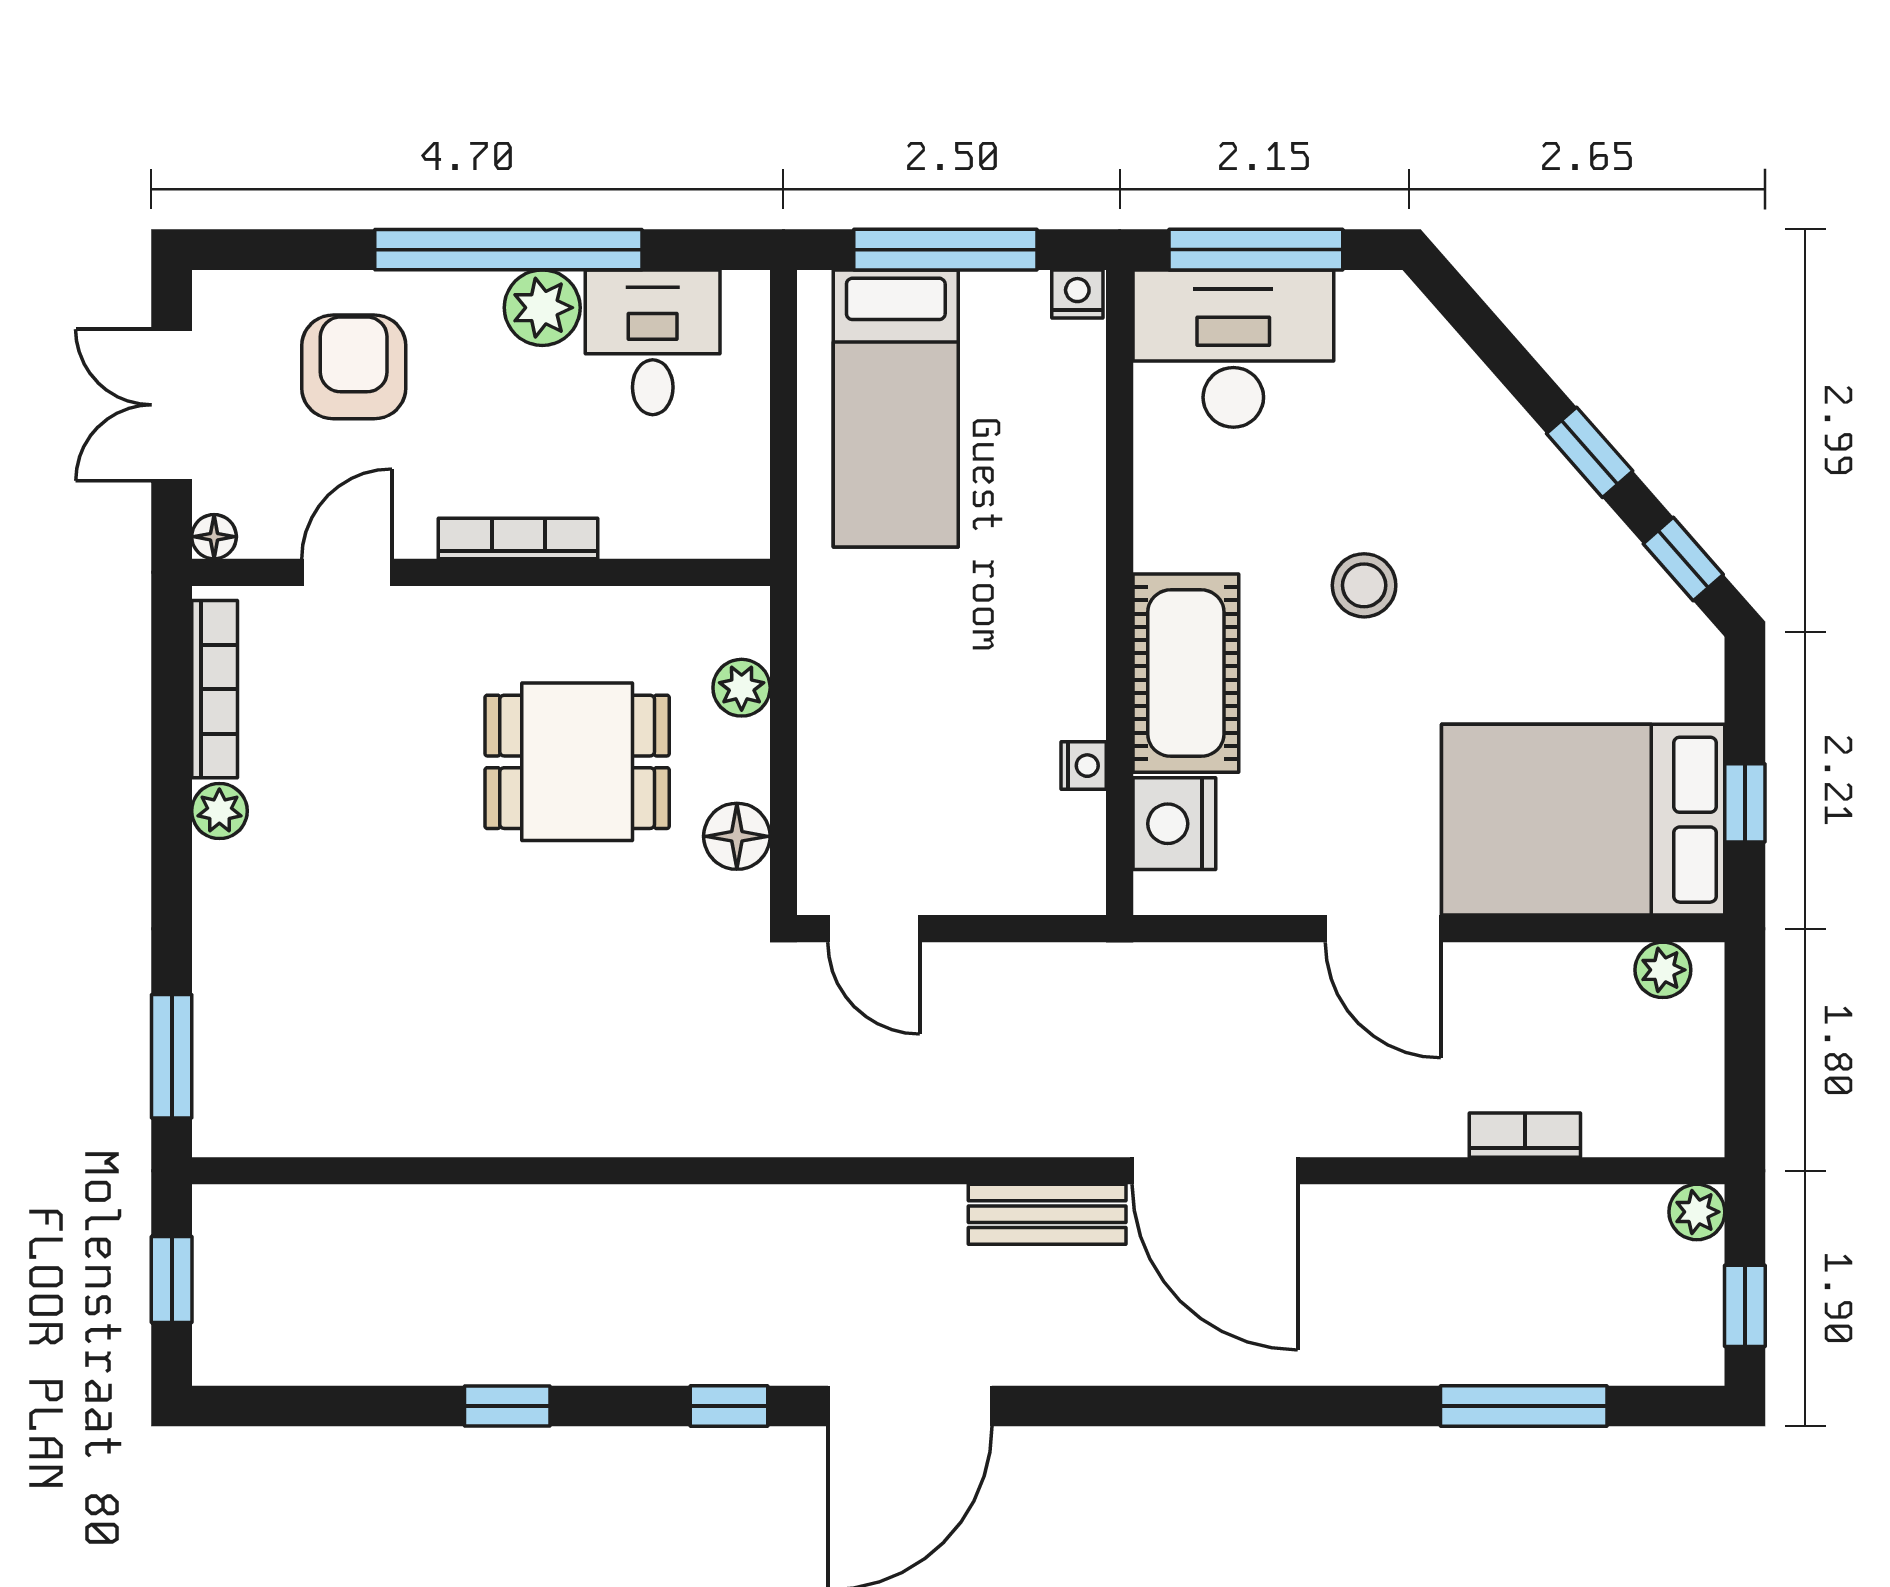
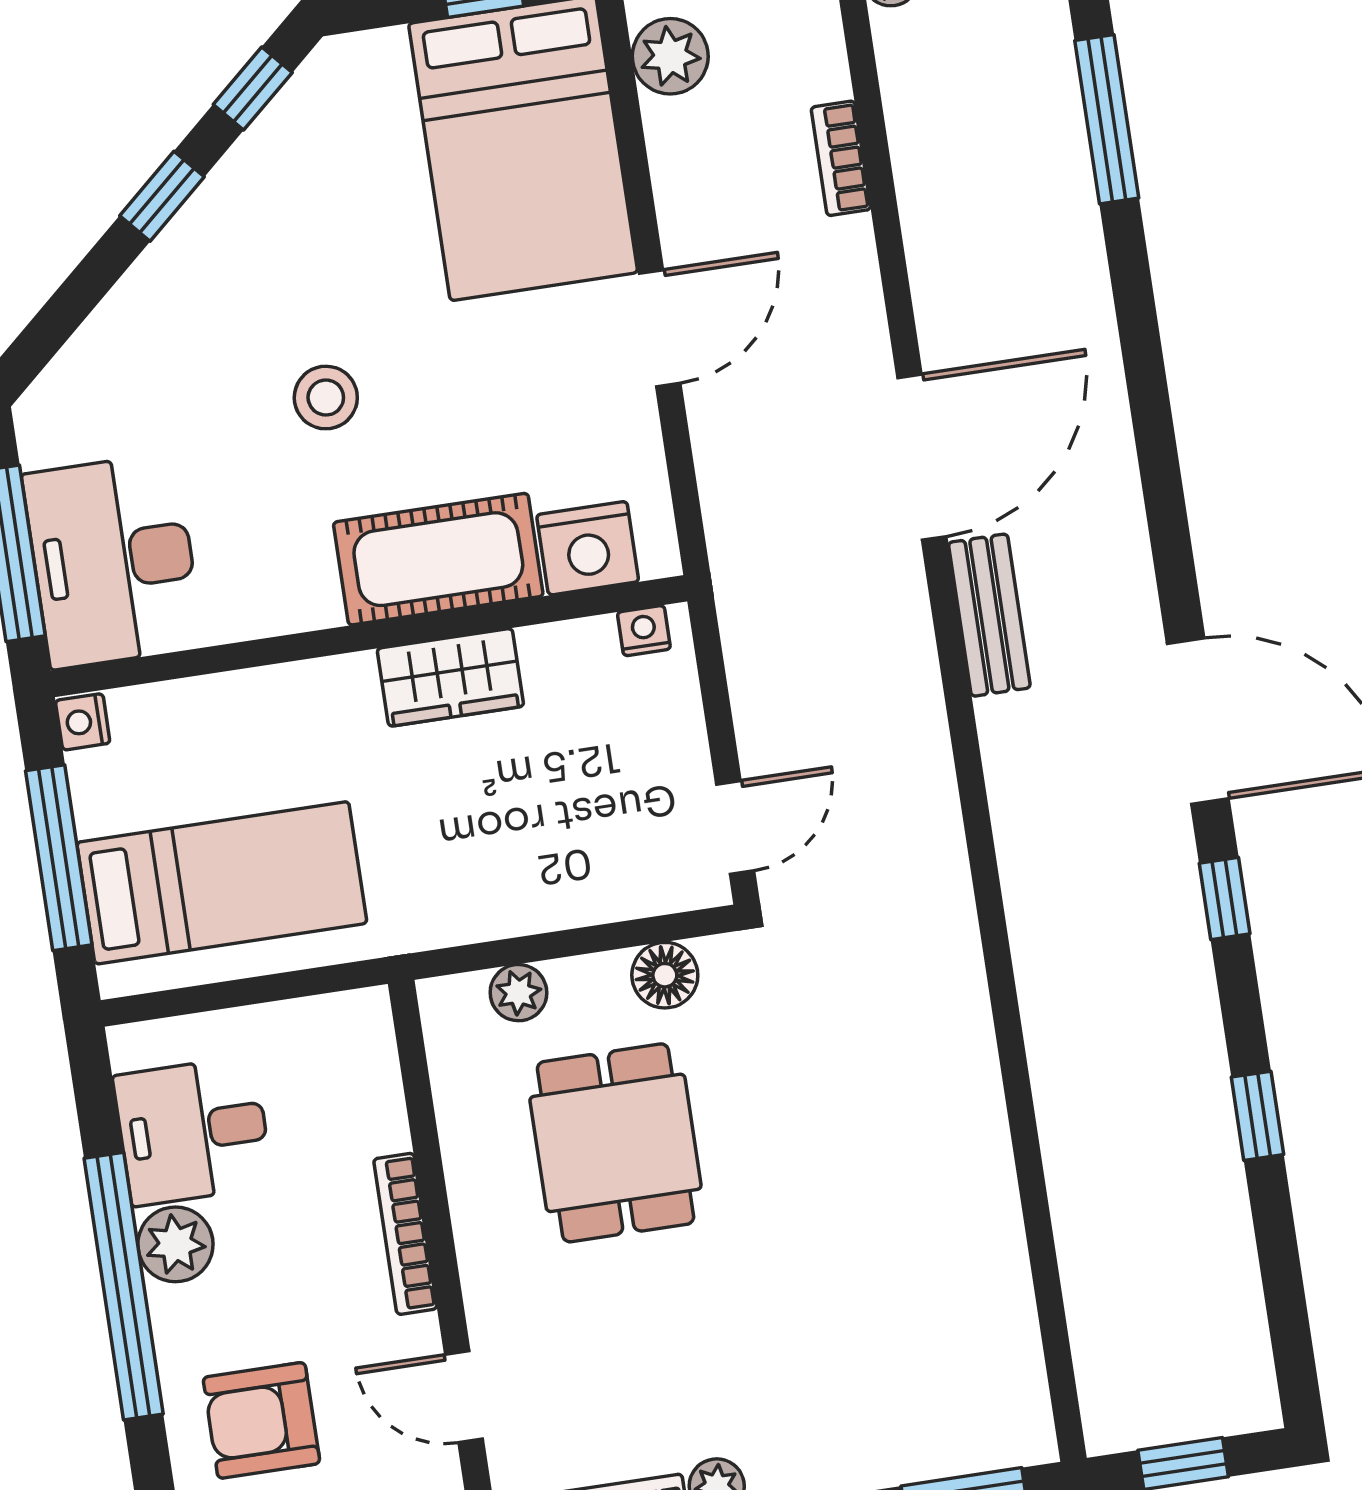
wardrobe: (1066, 667) -> (450, 677), added
nightstand: (1084, 766) -> (644, 631), moved
plant: (1663, 970) -> (670, 56), width x1.38, depth x1.38

